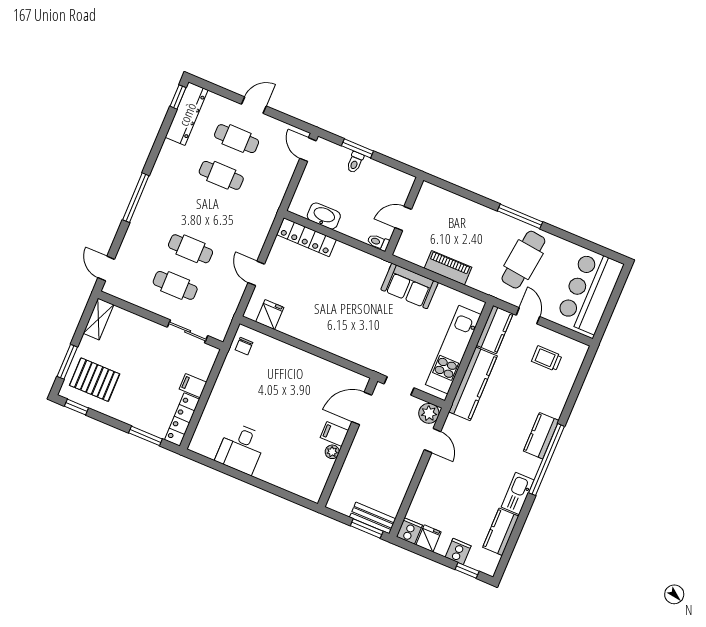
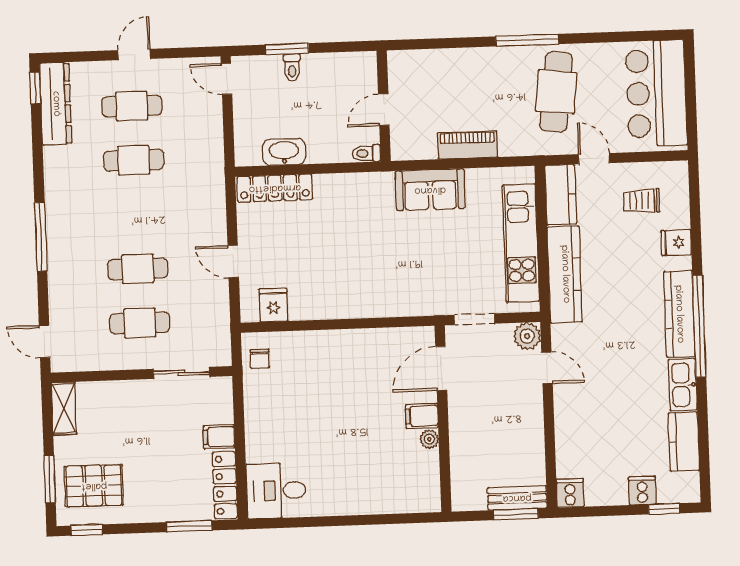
kitchen counter: (541, 436) -> (679, 314), width x1.50
desk: (241, 448) -> (276, 491), moved, turned 90
fridge: (429, 538) -> (676, 243), moved, turned -90

